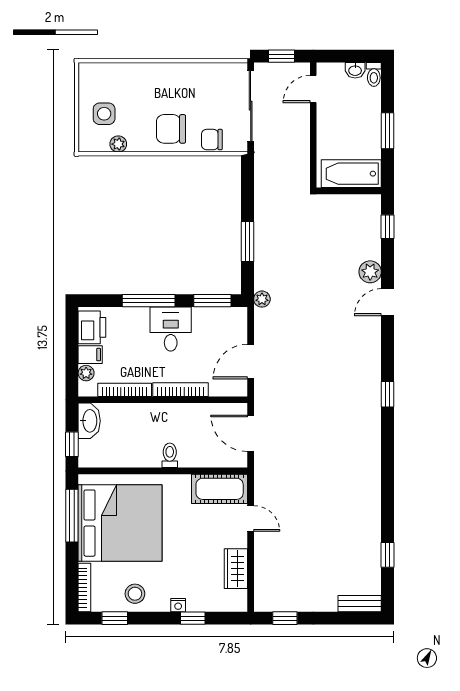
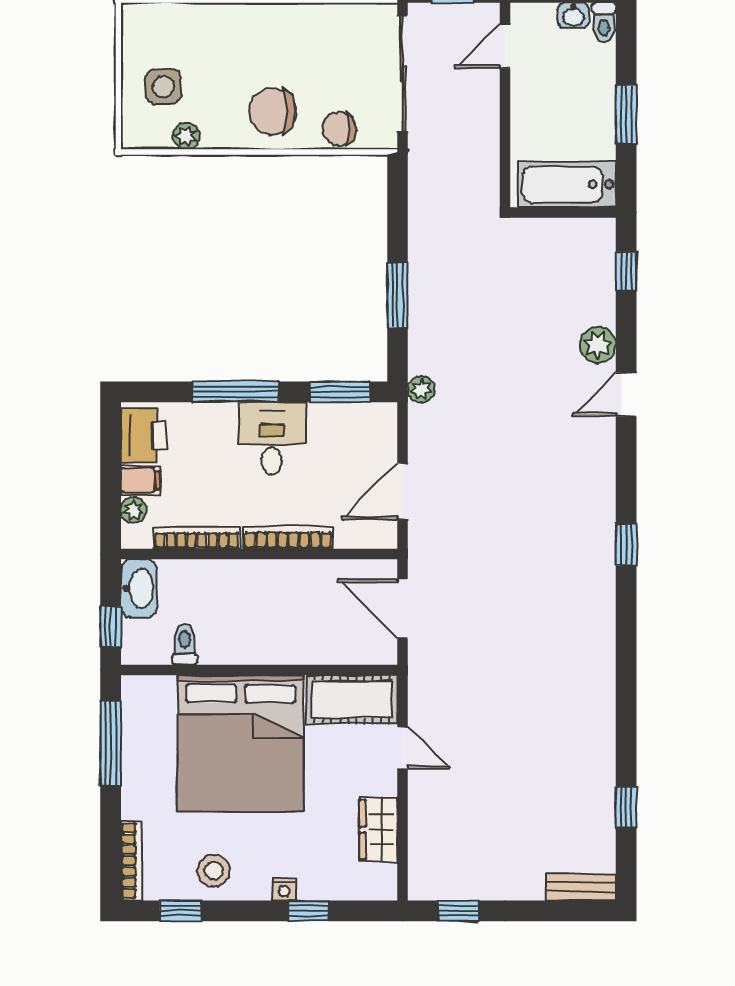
toilet: (170, 455) -> (185, 645), moved
bed: (120, 523) -> (241, 743), moved, turned 90

